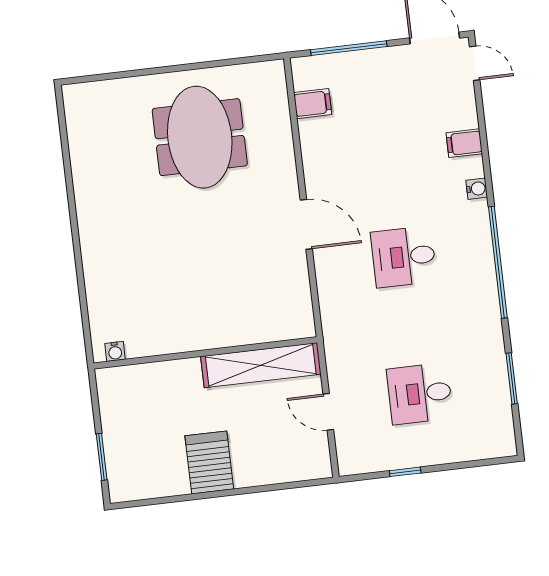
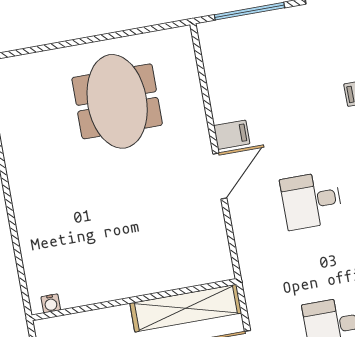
filing cabinet: (313, 104) -> (232, 135), moved
door: (306, 224) -> (220, 176), hinge flipped

